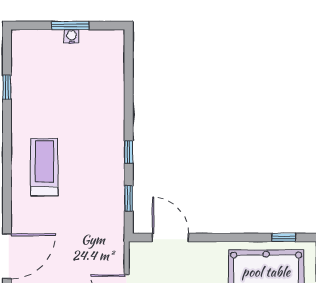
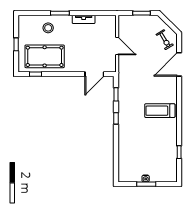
treadmill: (44, 167) -> (160, 111), turned 90
door: (170, 237) -> (94, 74), hinge flipped

